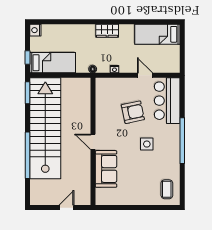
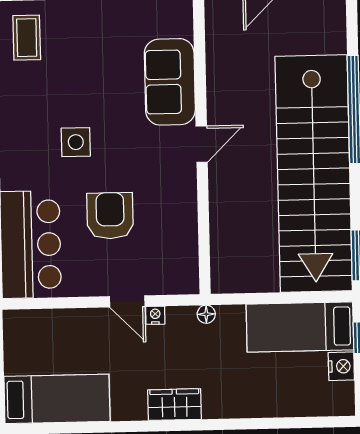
nightstand: (35, 30) -> (341, 366), moved
door: (145, 75) -> (127, 301), moved
armchair: (133, 112) -> (110, 216), turned 102
door: (93, 142) -> (202, 144), hinge flipped

